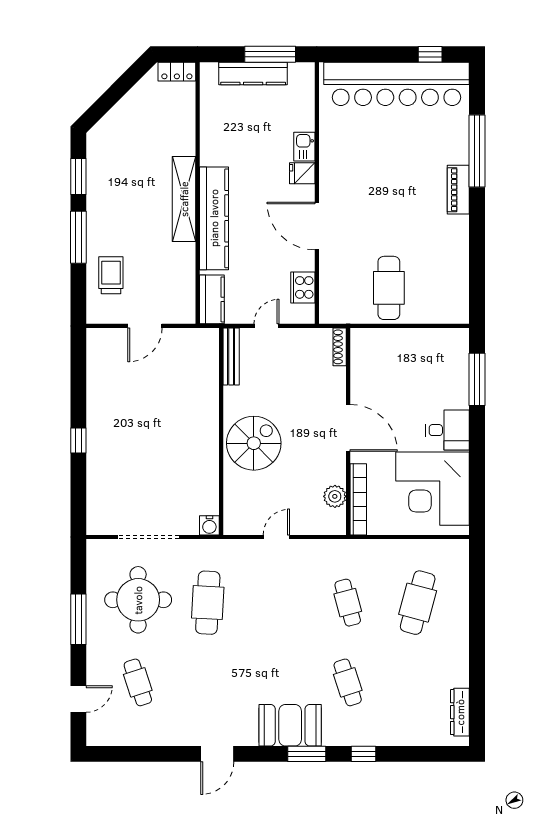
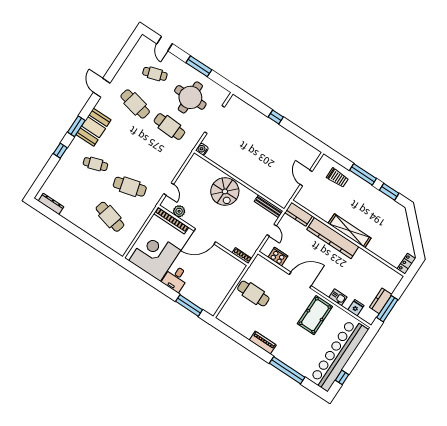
kitchen counter: (253, 73) -> (381, 301), width x0.67
pool table: (358, 165) -> (315, 315), added
fridge: (302, 173) -> (356, 308), moved
piano: (458, 190) -> (263, 343), moved
door: (276, 537) -> (169, 189), moved
cafe table: (348, 603) -> (130, 187), width x1.37, depth x1.35
cafe table: (208, 682) -> (135, 104), added

